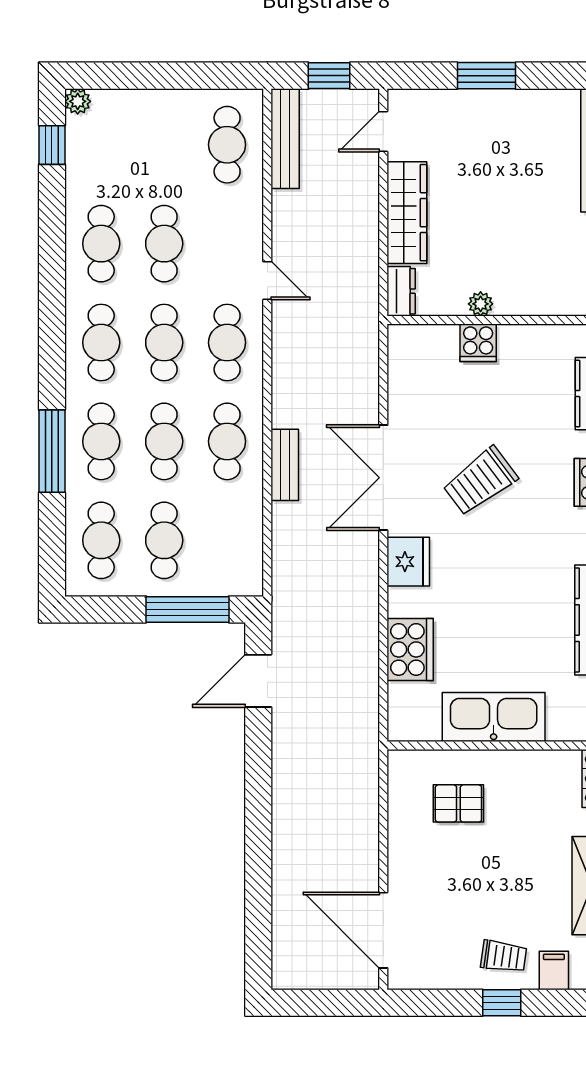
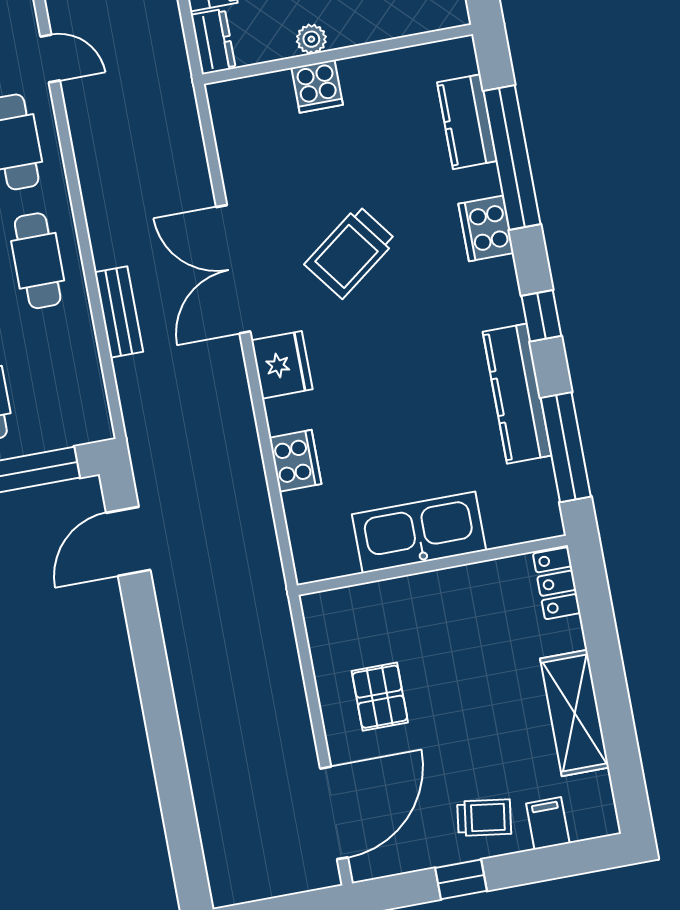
bench: (285, 465) -> (119, 312), moved
cooker: (410, 649) -> (295, 461), width x0.73, depth x0.76
pallet: (458, 803) -> (380, 697), moved, turned 90
door: (383, 930) -> (334, 813), swing flipped
window: (502, 1003) -> (461, 879), moved

